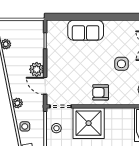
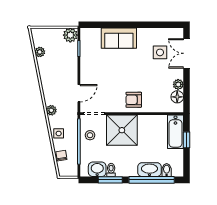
side table: (121, 64) -> (160, 52), moved
plant: (37, 69) -> (70, 35), moved
door: (45, 86) -> (79, 93), swing flipped

